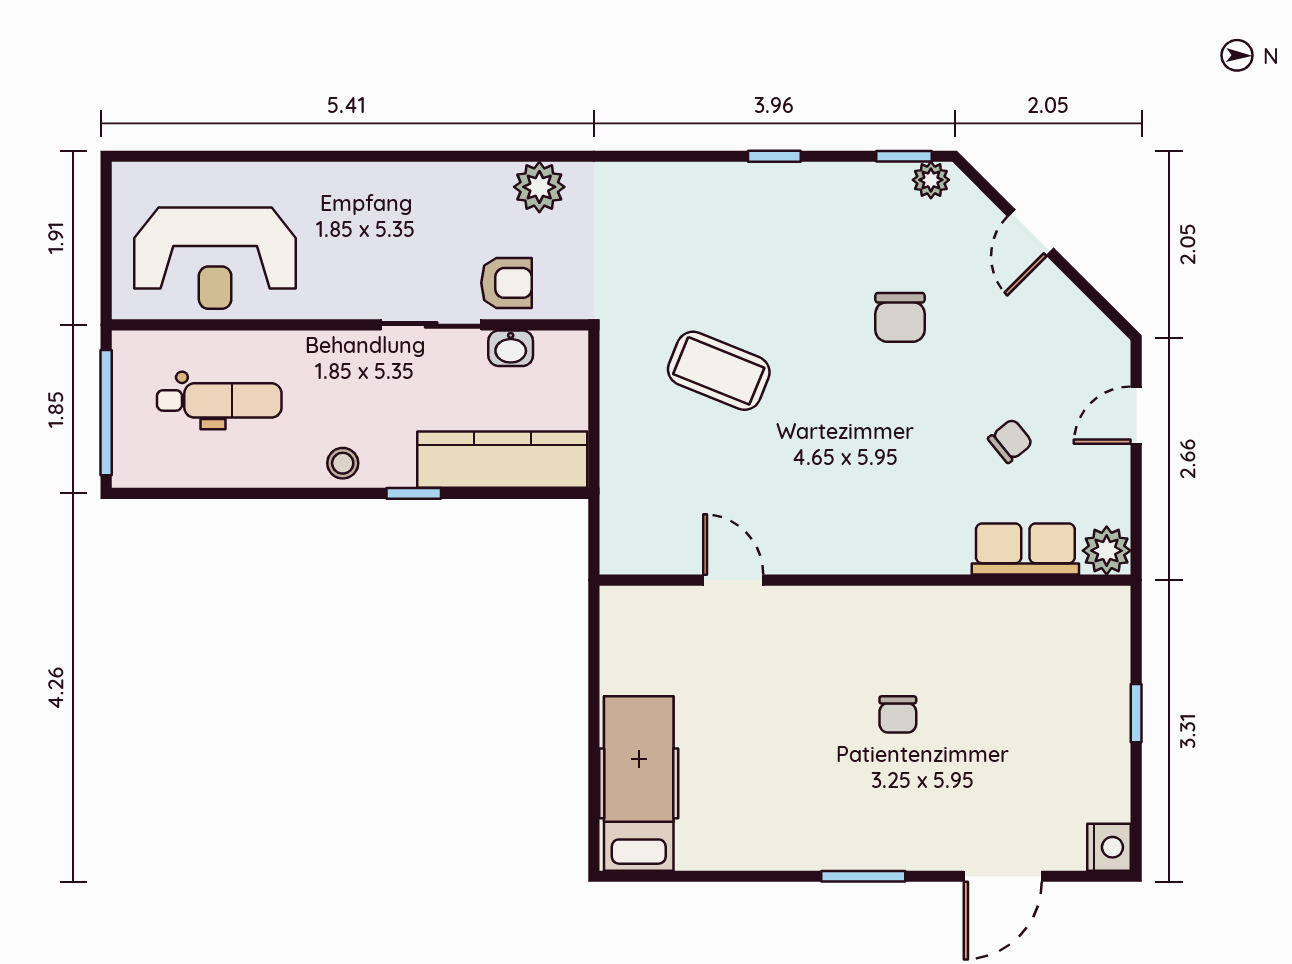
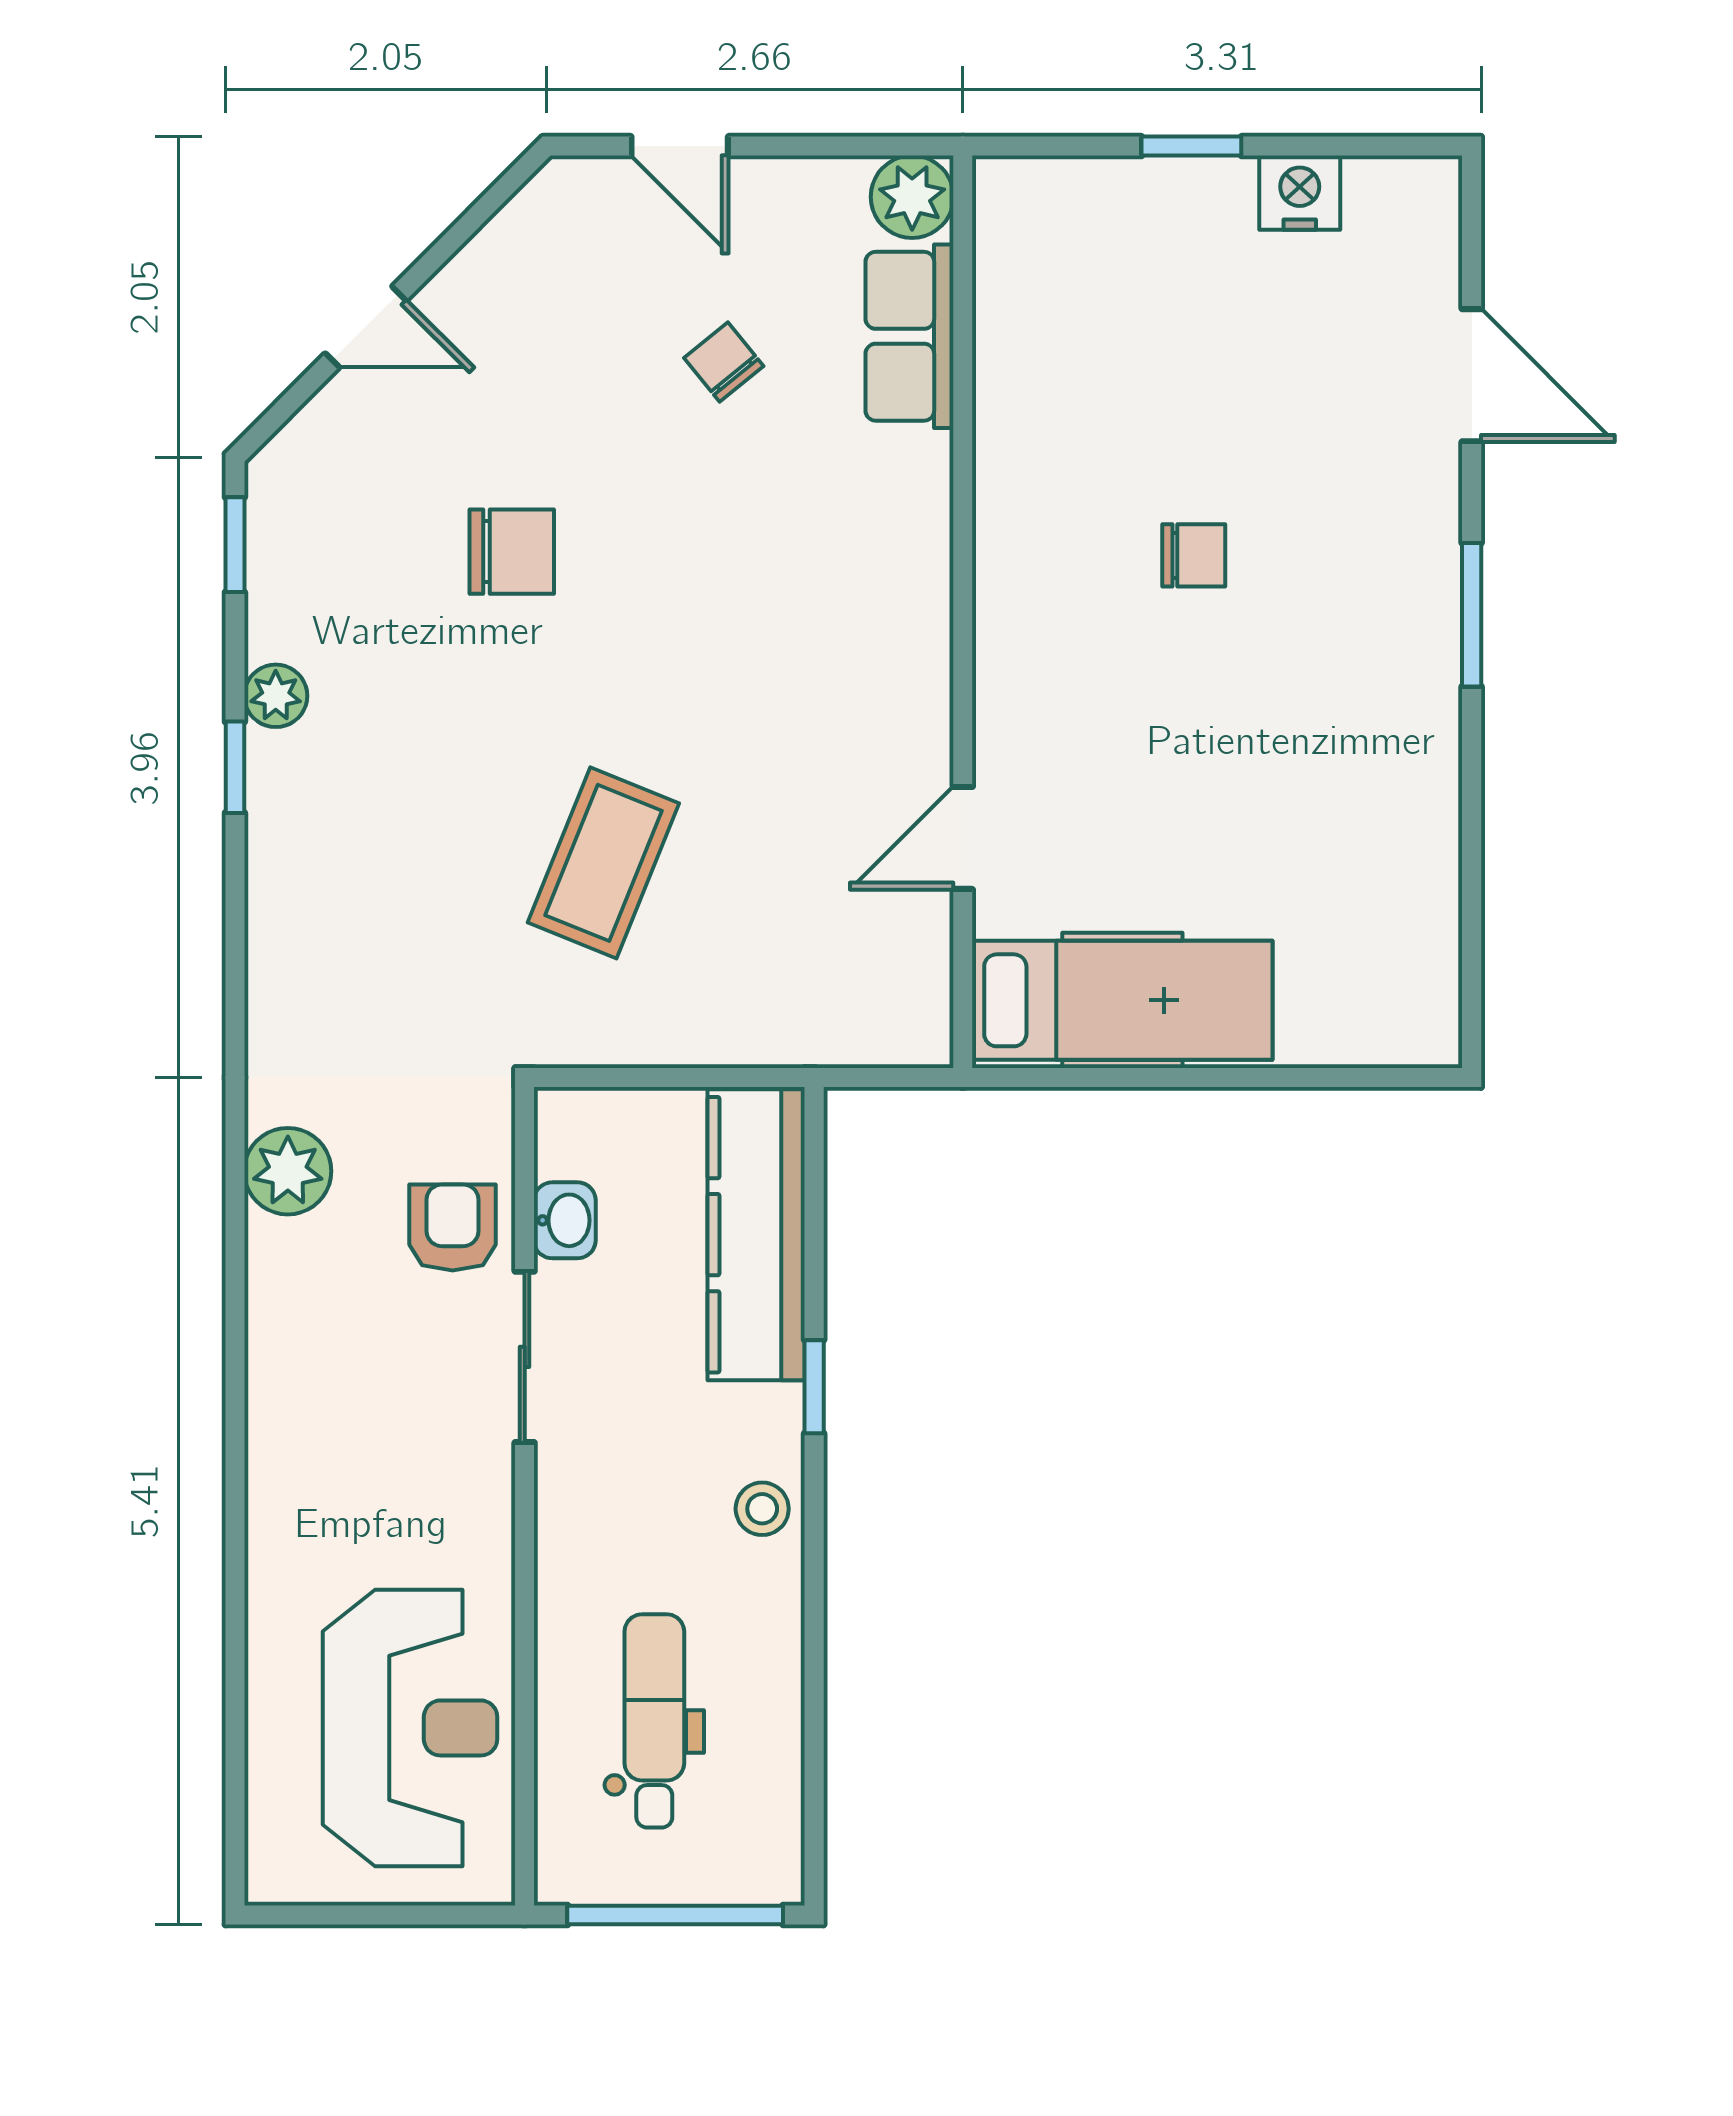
plant: (931, 180) -> (276, 696), moved
hospital bed: (639, 783) -> (1122, 1000), moved, turned 180
nightstand: (1109, 847) -> (1300, 193), moved

